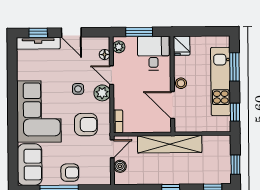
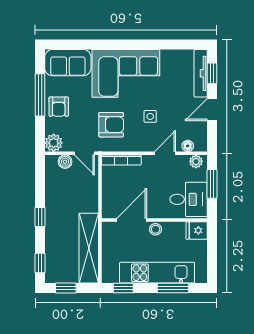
plant: (102, 93) -> (54, 143), moved
bookcase: (118, 121) -> (121, 160), width x1.56
armchair: (86, 125) -> (111, 125), turned -90
shelving: (170, 144) -> (89, 248), moved

